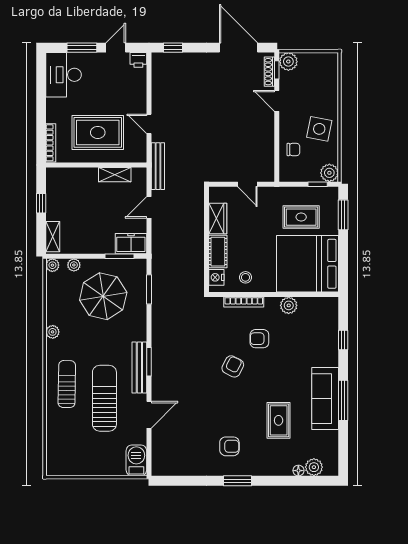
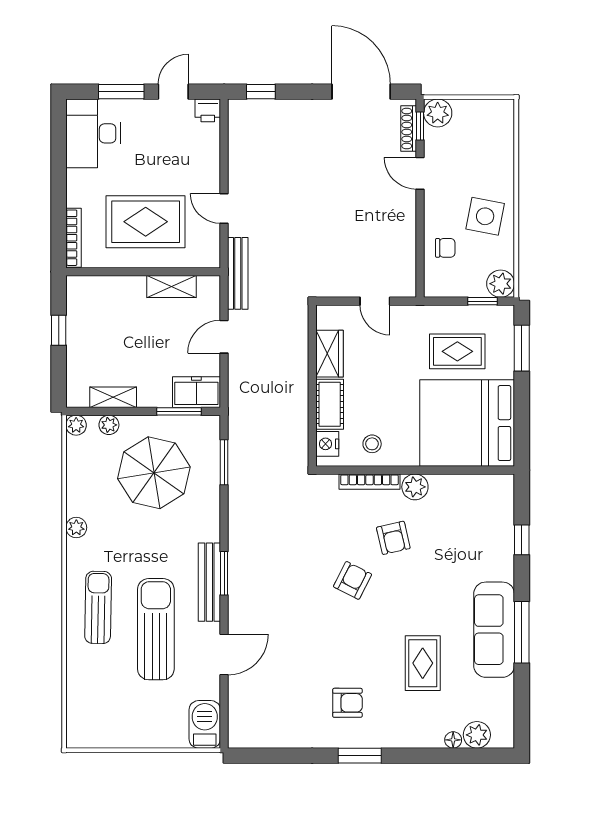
shelving: (53, 237) -> (113, 397), moved, turned 90
plant: (289, 305) -> (415, 487), moved
armchair: (259, 339) -> (393, 538), turned -103

